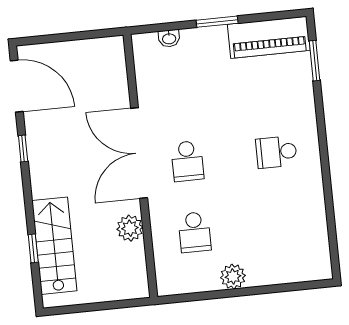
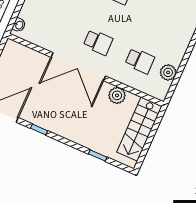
washbasin: (169, 38) -> (19, 25), moved
stairs: (54, 246) -> (139, 129), moved, turned -90
plant: (233, 277) -> (168, 72), moved

